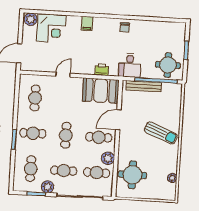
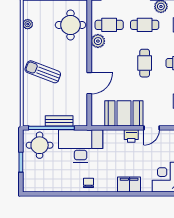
filing cabinet: (87, 23) -> (129, 185), width x2.00
desk: (130, 65) -> (81, 146), width x1.87, depth x1.30
printer: (102, 70) -> (131, 136), moved
bench: (144, 86) -> (59, 121), width x0.73
booth: (101, 91) -> (124, 113), moved
cafe table: (99, 137) -> (109, 63), removed

